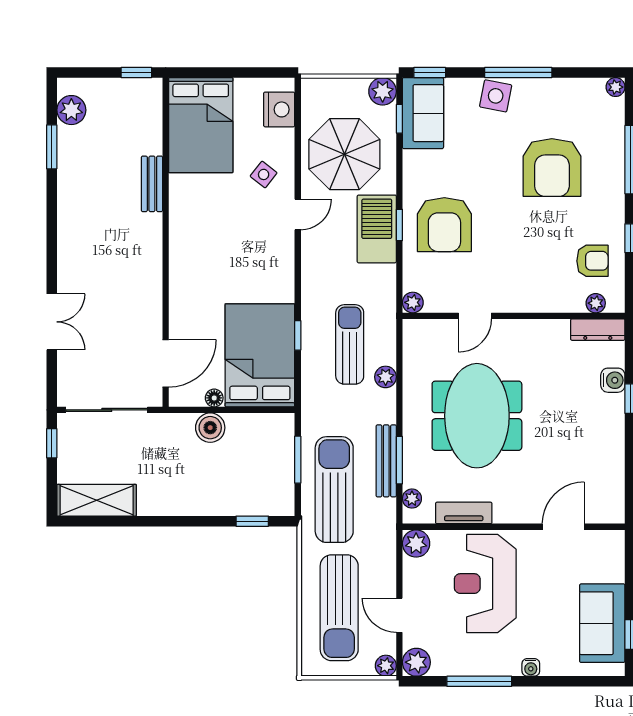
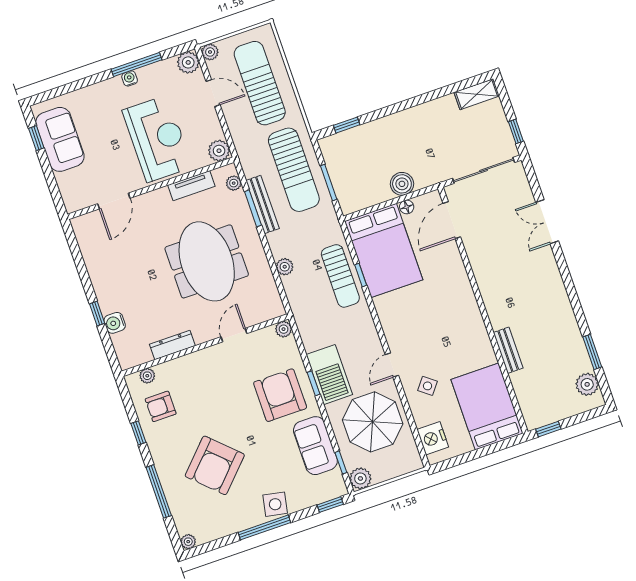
sofa: (423, 113) -> (315, 446), moved
armchair: (552, 168) -> (215, 465), turned -136
dresser: (598, 330) -> (172, 345), moved
sun lounger: (350, 344) -> (340, 276), moved
shelving: (97, 500) -> (477, 94), width x0.67, depth x0.75
water cooler: (531, 667) -> (130, 78), moved

